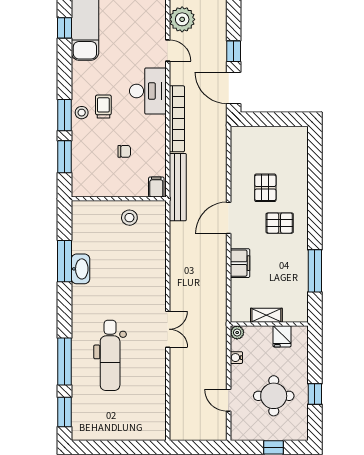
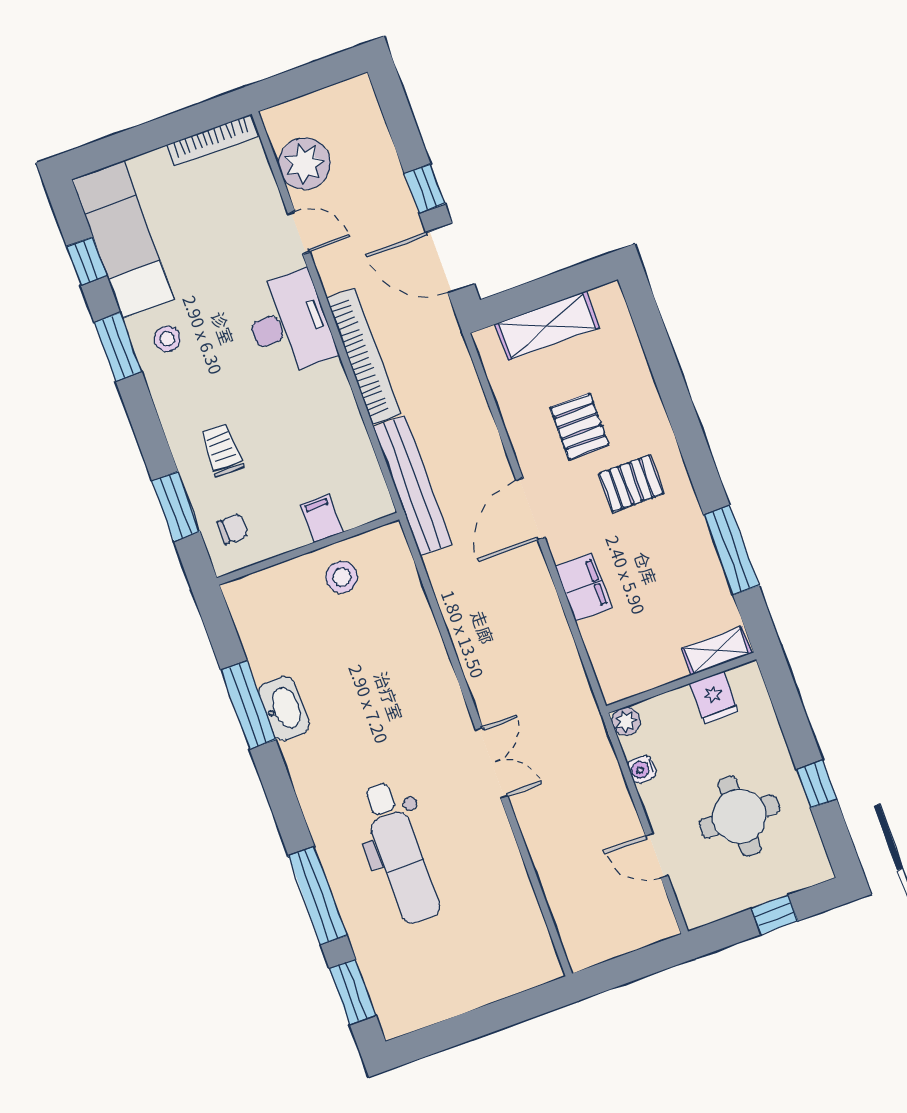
trolley: (103, 107) -> (222, 450), moved
stool: (82, 113) -> (167, 339), moved
window: (65, 115) -> (118, 347), moved
shelving: (267, 136) -> (547, 326), added
chair: (124, 151) -> (233, 529), moved
filing cabinet: (156, 187) -> (321, 519), moved
shelving: (266, 315) -> (716, 651), moved

